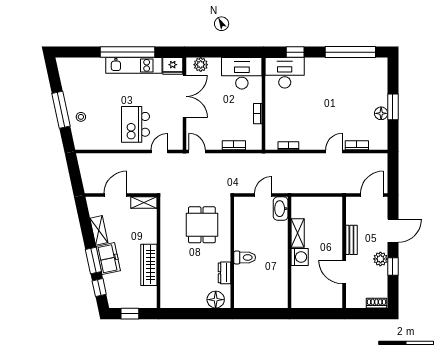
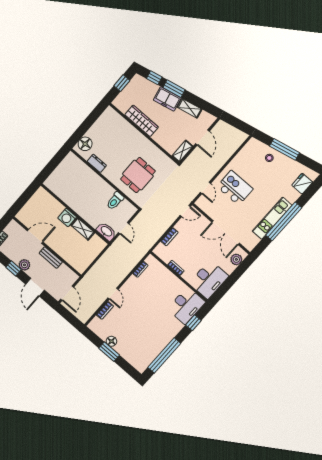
fridge: (173, 66) -> (302, 184), moved
dining table: (202, 225) -> (138, 175), turned 90
toilet: (245, 257) -> (115, 201), moved

